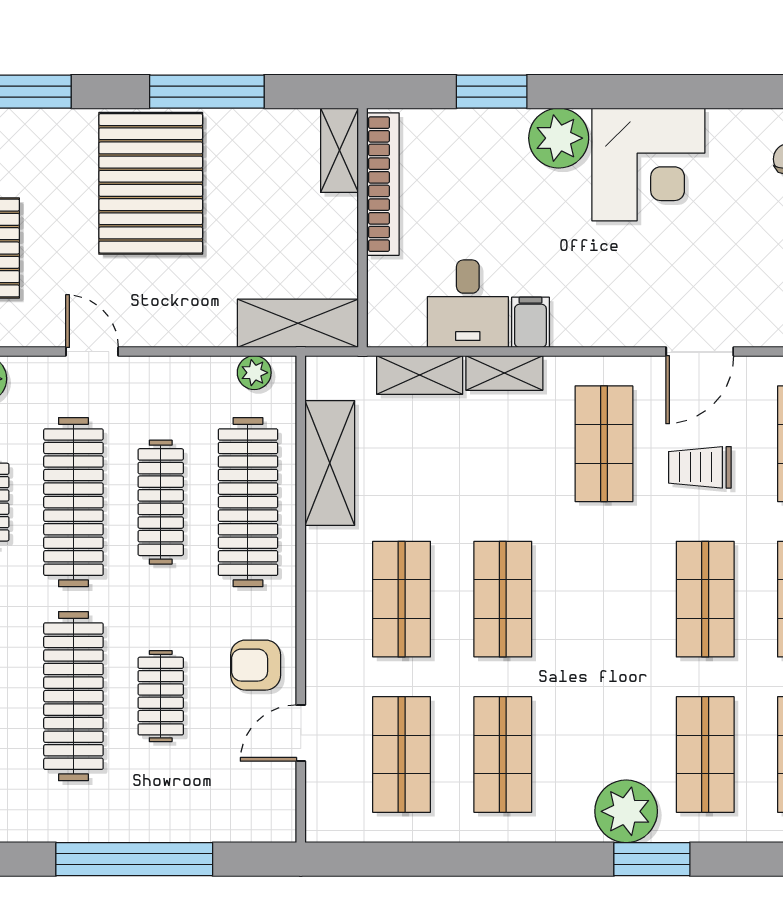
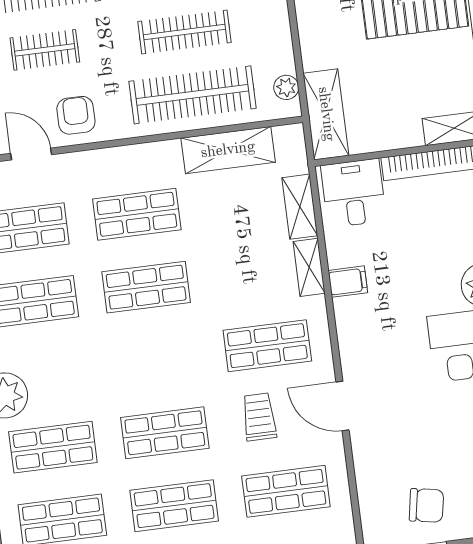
desk: (468, 304) -> (353, 193), moved, turned 90

